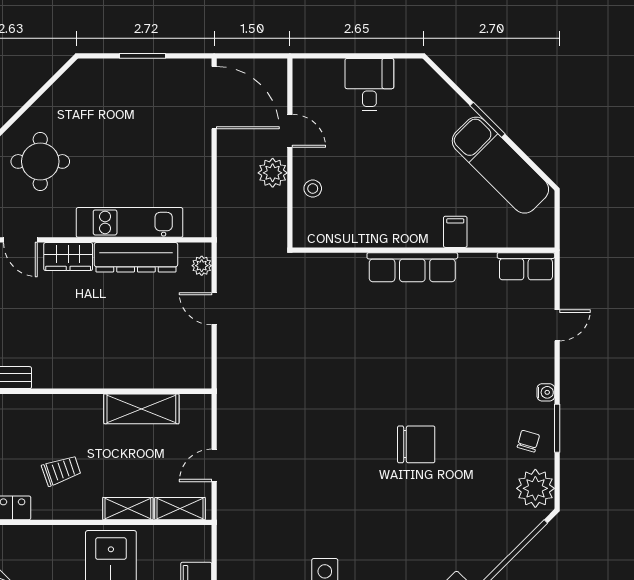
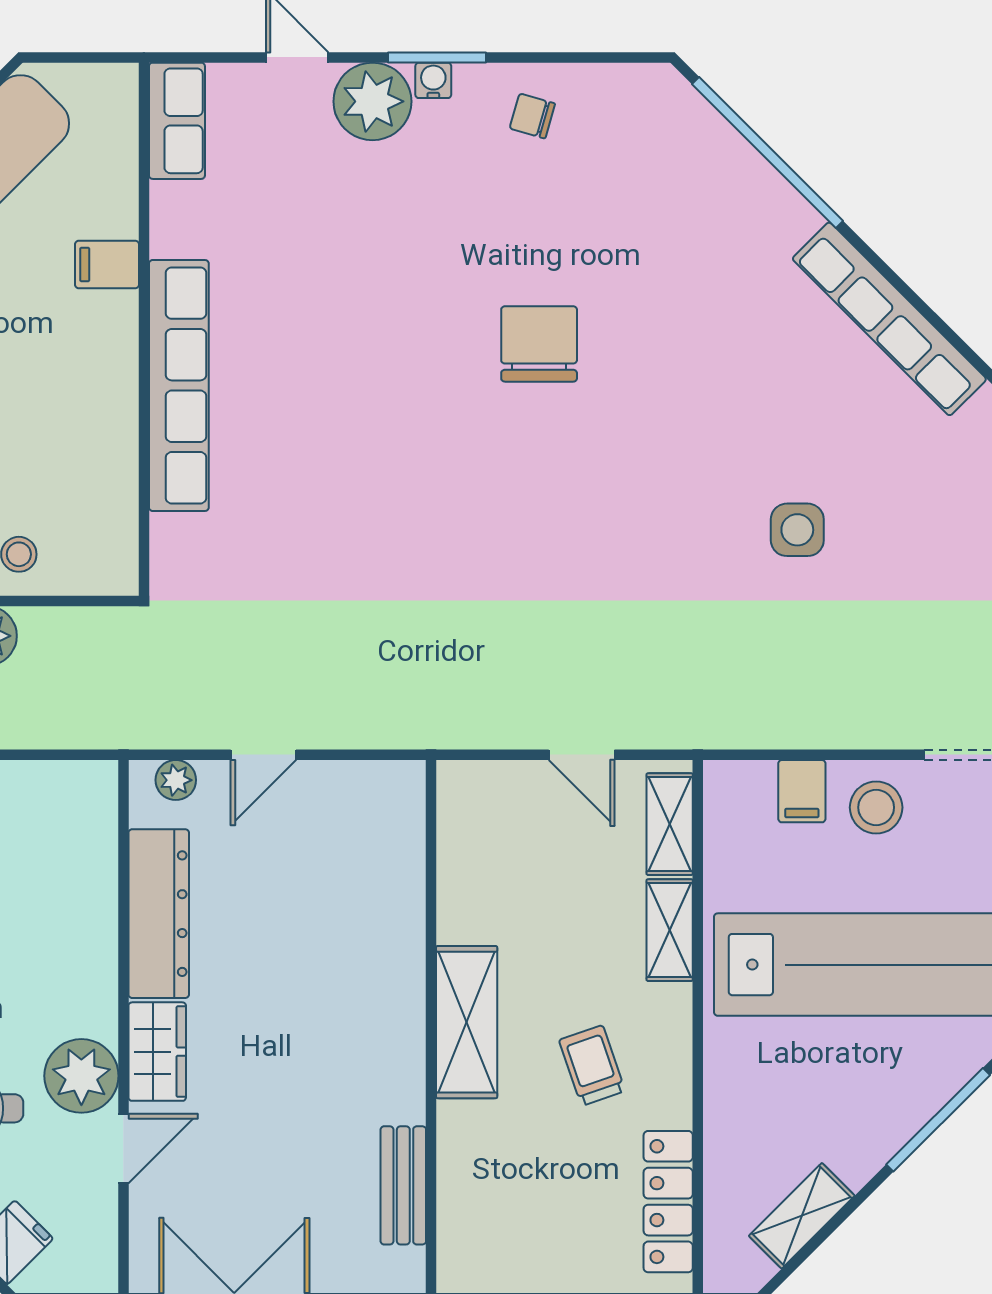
plant: (56, 219) -> (81, 1076), added
kitchen unit: (130, 222) -> (88, 927), removed
row of seats: (412, 267) -> (179, 385), width x1.36
shelving: (141, 409) -> (467, 1022), moved
window: (557, 428) -> (437, 57), moved
plant: (535, 488) -> (372, 101), moved

